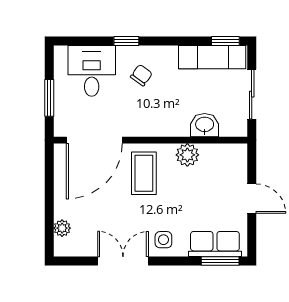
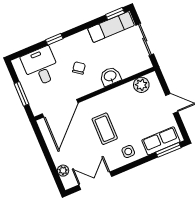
chair: (141, 75) -> (79, 68), moved
washbasin: (205, 125) -> (110, 76), moved
plant: (187, 155) -> (141, 85), moved
coffee table: (144, 173) -> (105, 129), moved
double door: (123, 261) -> (95, 181), moved

